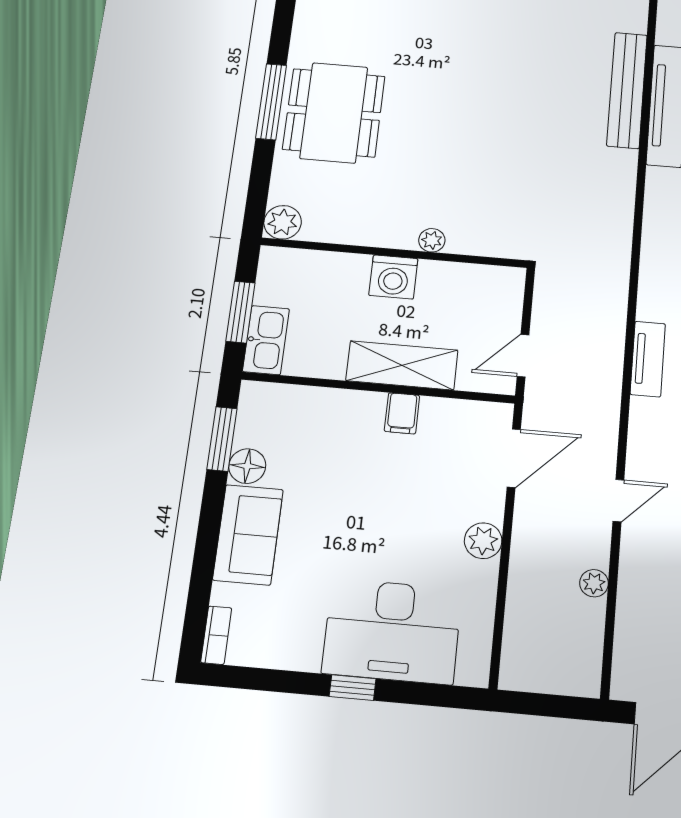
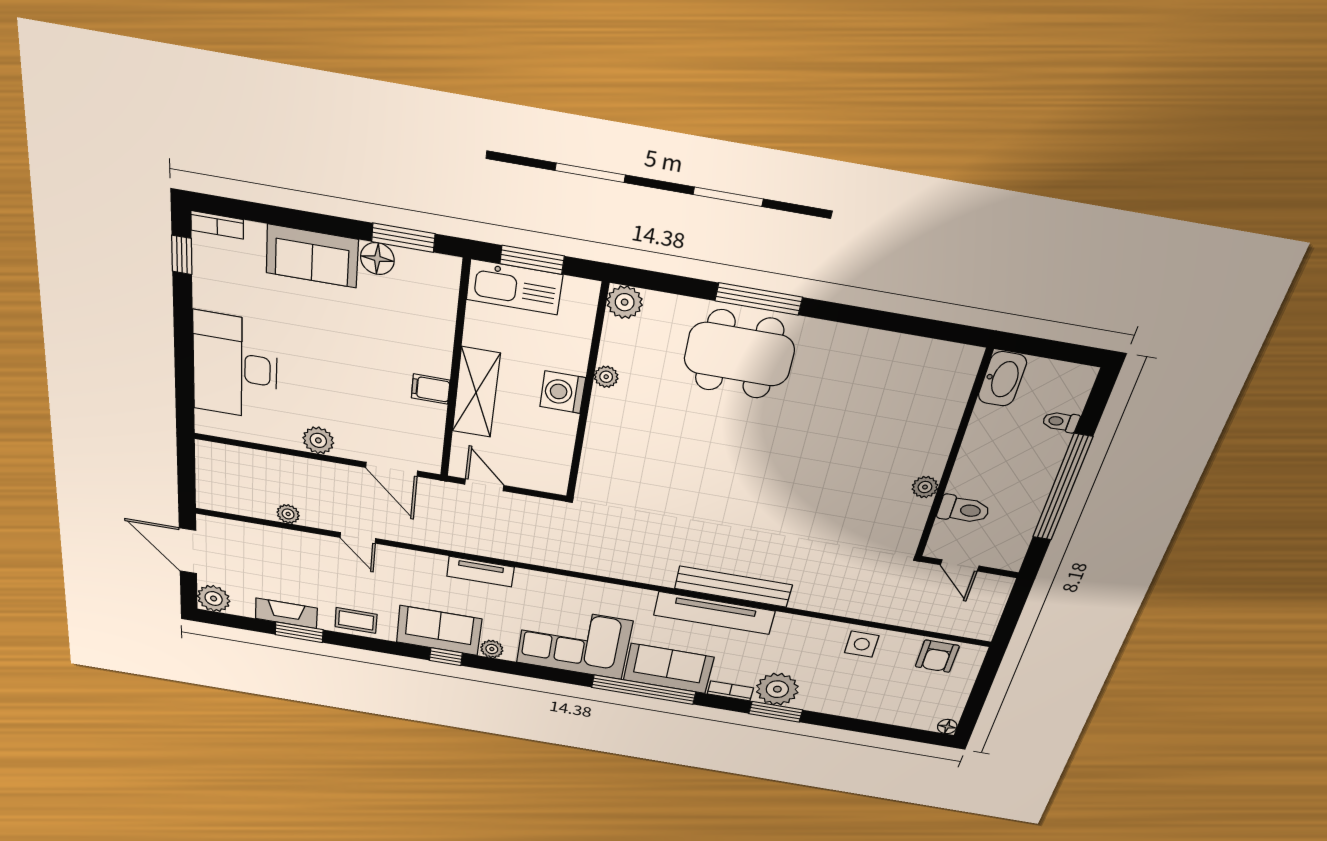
plant: (432, 240) -> (606, 377), moved
kitchen sink: (266, 340) -> (514, 287), width x1.36, depth x1.24
window: (352, 688) -> (182, 255), moved

